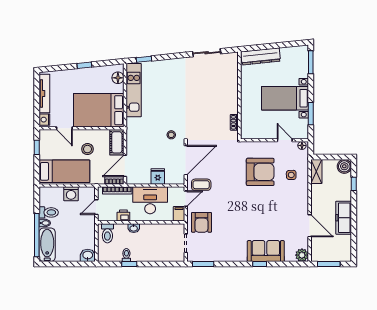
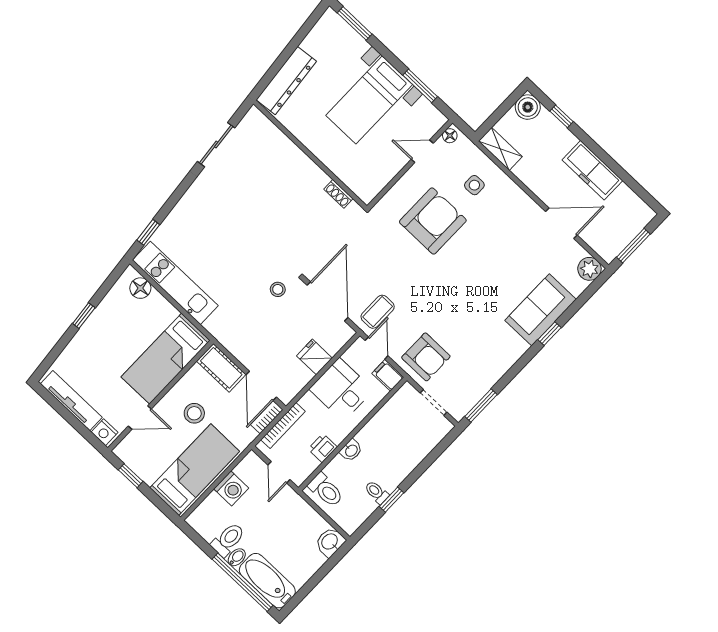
bed: (99, 110) -> (166, 359), width x0.67
desk: (150, 200) -> (341, 390), width x0.73

